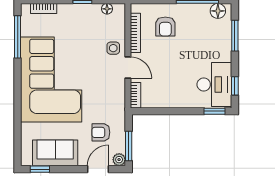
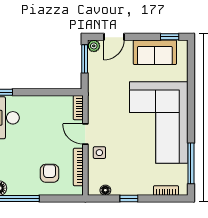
armchair: (101, 132) -> (111, 72), removed

